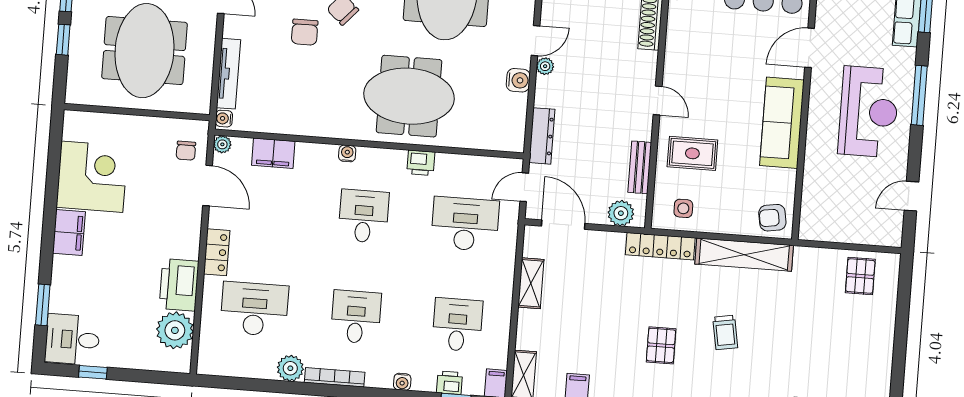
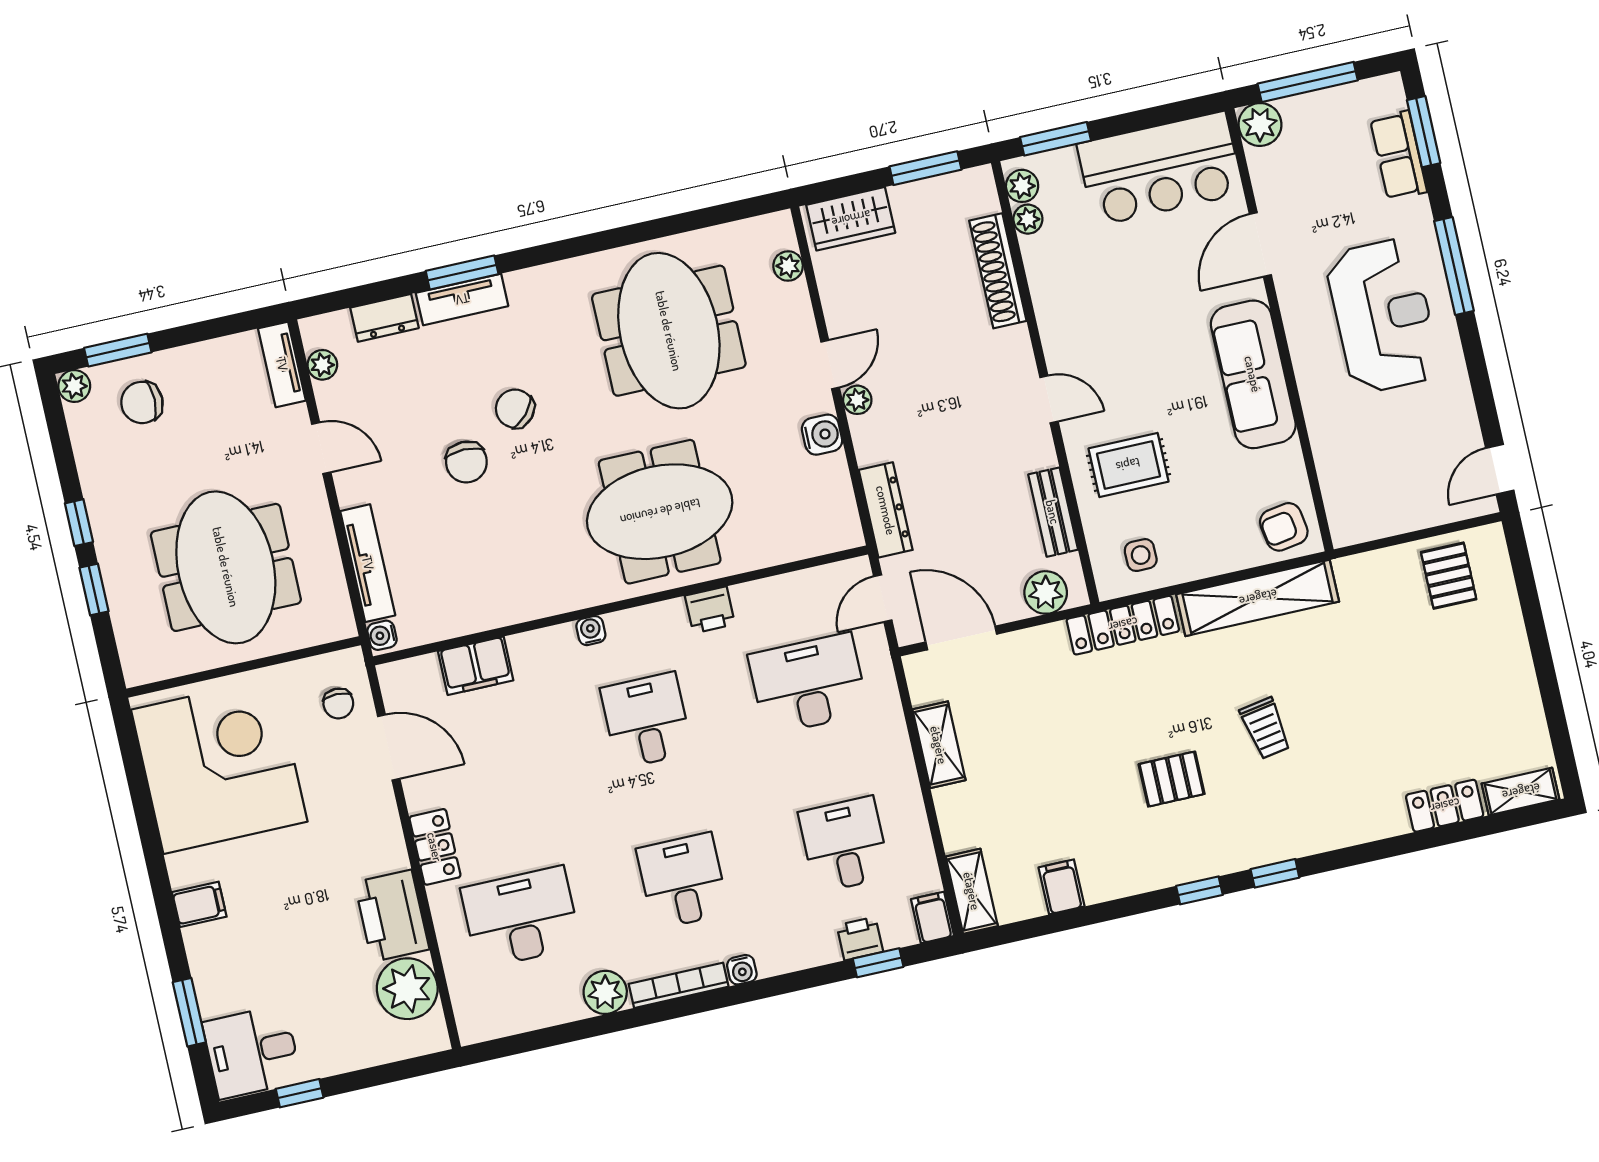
plant: (222, 144) -> (392, 676), removed
corner desk: (92, 177) -> (219, 766), width x1.36, depth x1.36
door: (911, 196) -> (1500, 469), moved
filing cabinet: (69, 232) -> (199, 904), width x0.50
pallet: (661, 345) -> (1172, 779), turned 90
water cooler: (402, 382) -> (742, 970), moved

